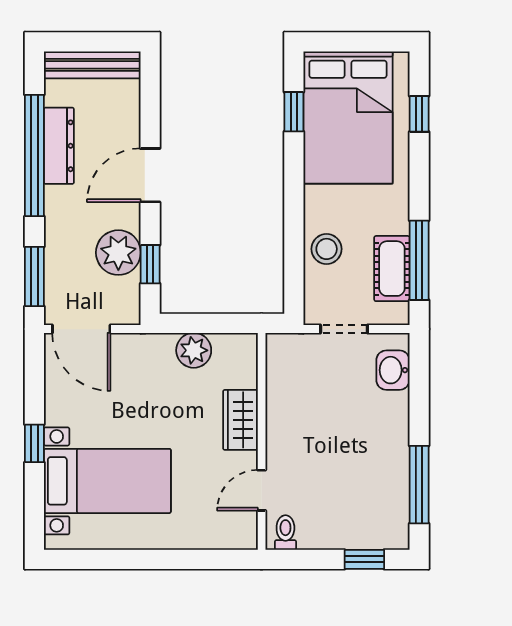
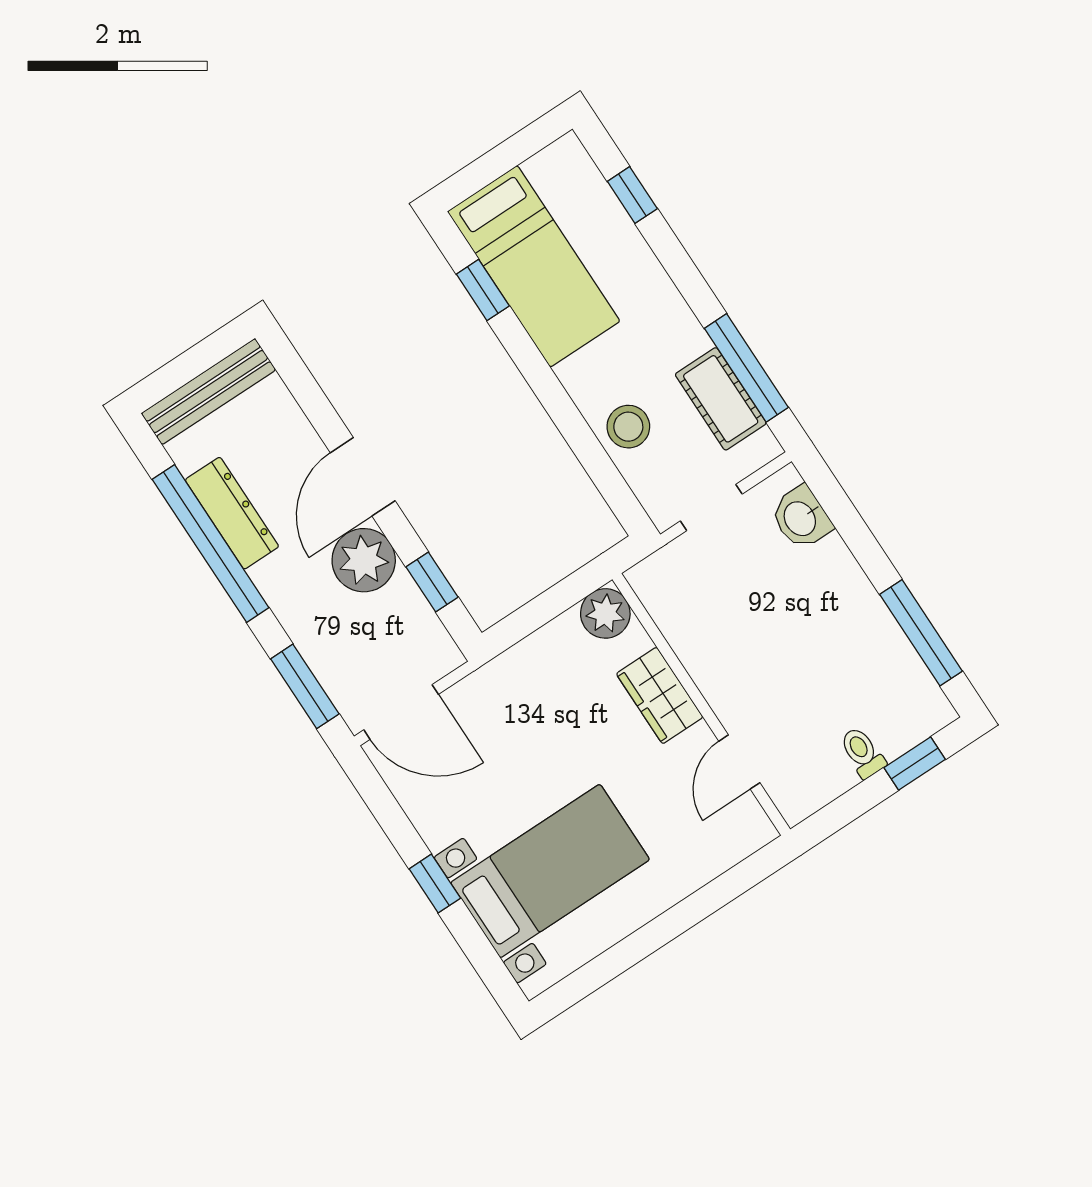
bed: (348, 118) -> (534, 266), width x0.67
plant: (118, 253) -> (364, 560), moved
plant: (194, 350) -> (605, 613), moved
toilet: (285, 532) -> (862, 753), moved

